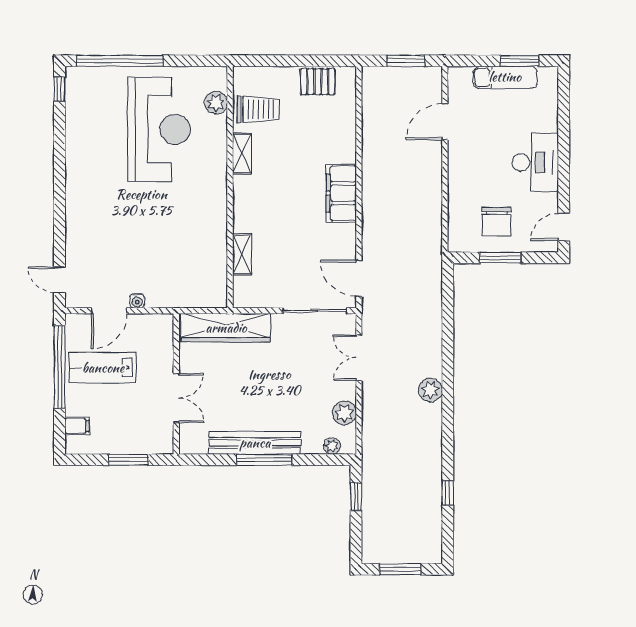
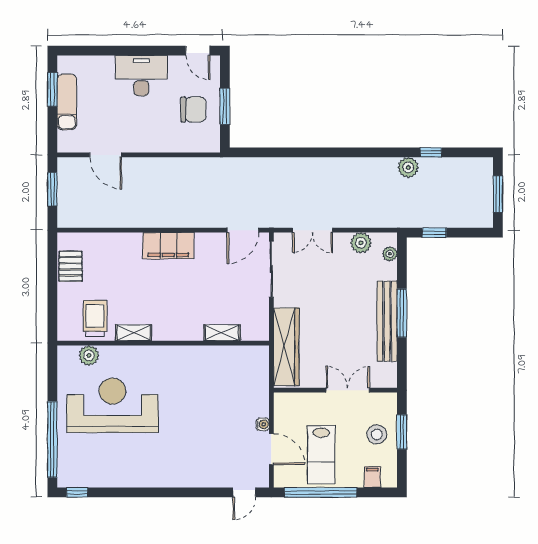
plant: (431, 390) -> (408, 167), moved
stool: (126, 431) -> (377, 434), added

